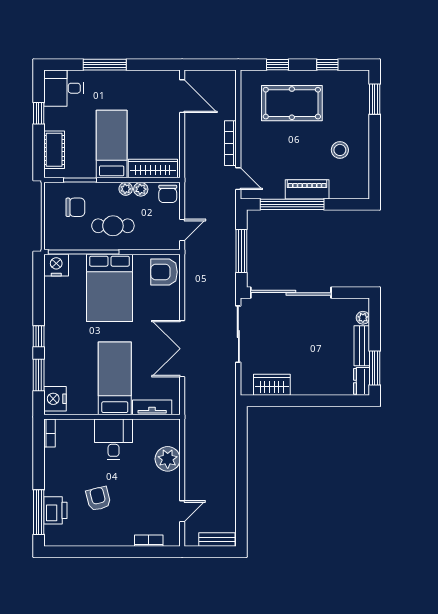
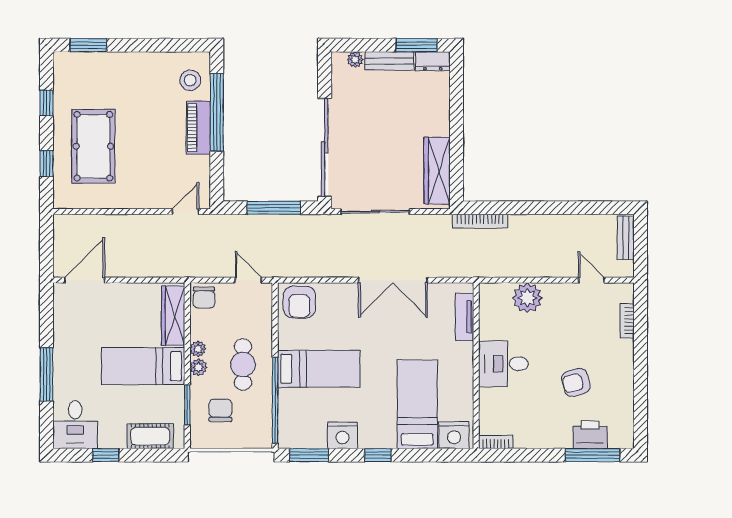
bookcase: (230, 143) -> (480, 221), moved
stool: (340, 150) -> (190, 80), moved
plant: (141, 189) -> (198, 367), moved
chair: (168, 194) -> (204, 298), turned 90
window: (292, 204) -> (217, 112), moved
nightstand: (56, 265) -> (342, 435), moved, turned -90
bed: (109, 288) -> (319, 369), width x0.67
window: (39, 375) -> (309, 455), moved
bed: (115, 378) -> (417, 404), moved, turned 90
wardrobe: (272, 385) -> (437, 171), width x1.50

